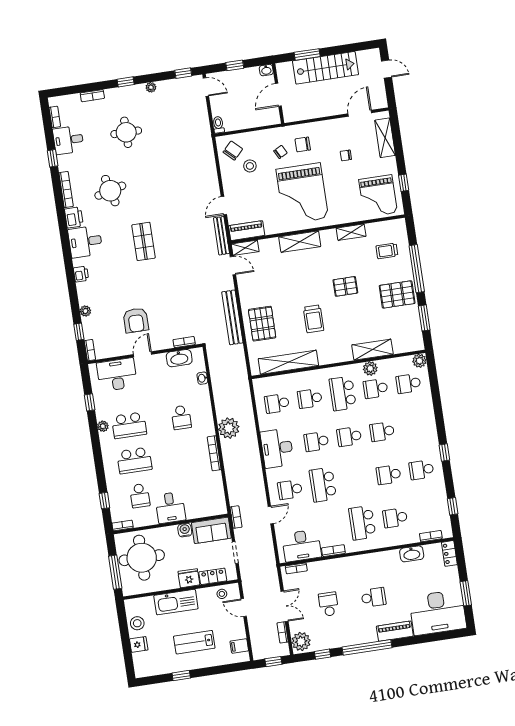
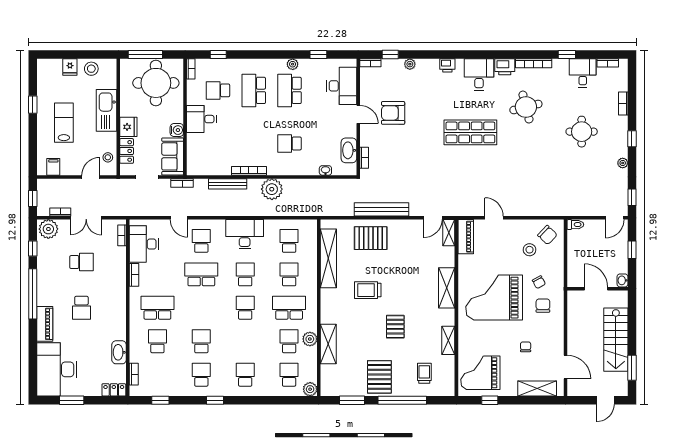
window: (307, 54) -> (632, 368), moved
bench: (221, 236) -> (228, 184), moved
shop shelf: (144, 241) -> (470, 132), width x1.43, depth x1.36
school desk: (382, 432) -> (245, 375), moved

